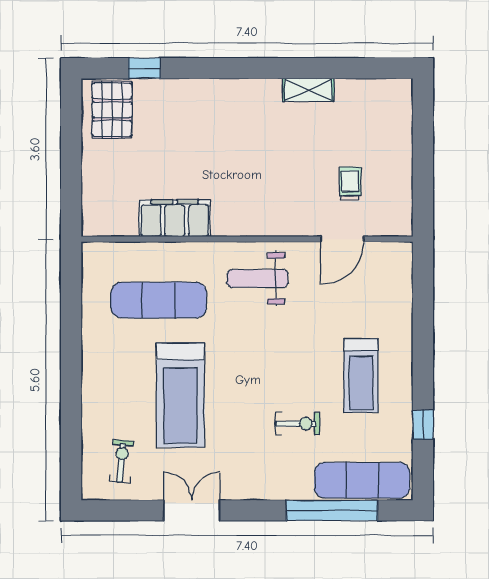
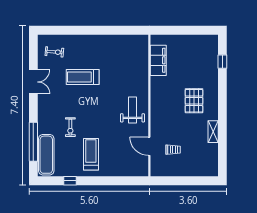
pallet: (112, 110) -> (194, 101), moved, turned 90
filing cabinet: (175, 218) -> (158, 60), moved
exercise mat: (159, 300) -> (123, 68), removed
treadmill: (361, 376) -> (91, 154), turned 90
treadmill: (180, 395) -> (83, 77), width x0.73, depth x0.73

